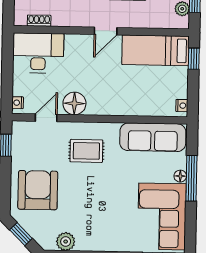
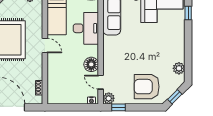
desk: (38, 53) -> (86, 28), moved, turned 180
plant: (20, 130) -> (109, 98), added
rug: (86, 151) -> (121, 56), removed

